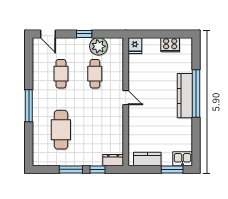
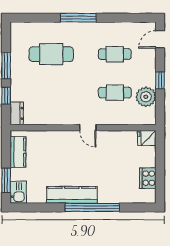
kitchen counter: (185, 96) -> (72, 195), moved
door: (126, 98) -> (88, 128), hinge flipped

